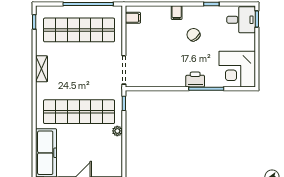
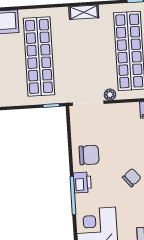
chair: (171, 72) -> (89, 155), added
plant: (117, 131) -> (110, 95), moved

